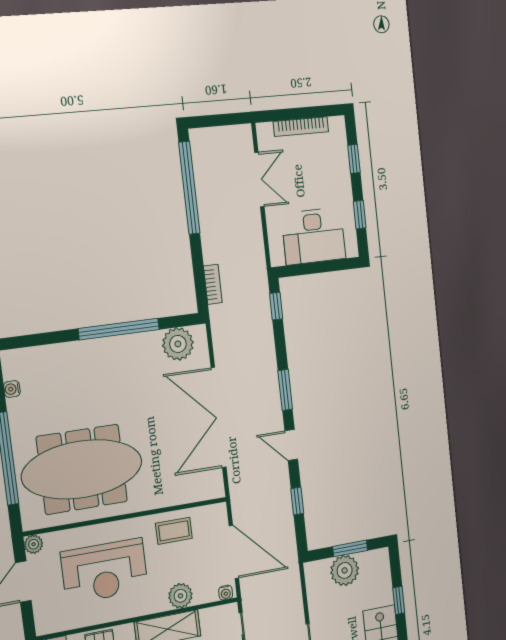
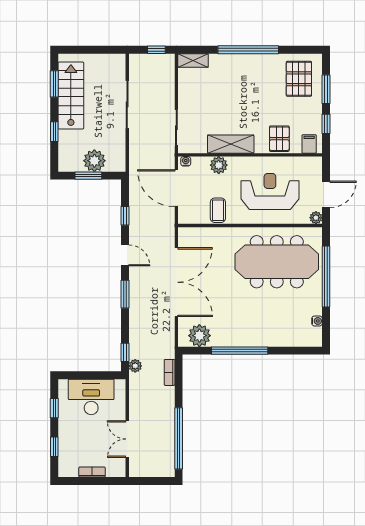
bookcase: (301, 127) -> (92, 472), width x0.64
plant: (260, 288) -> (135, 366), added
coffee table: (174, 531) -> (218, 210), turned 90

